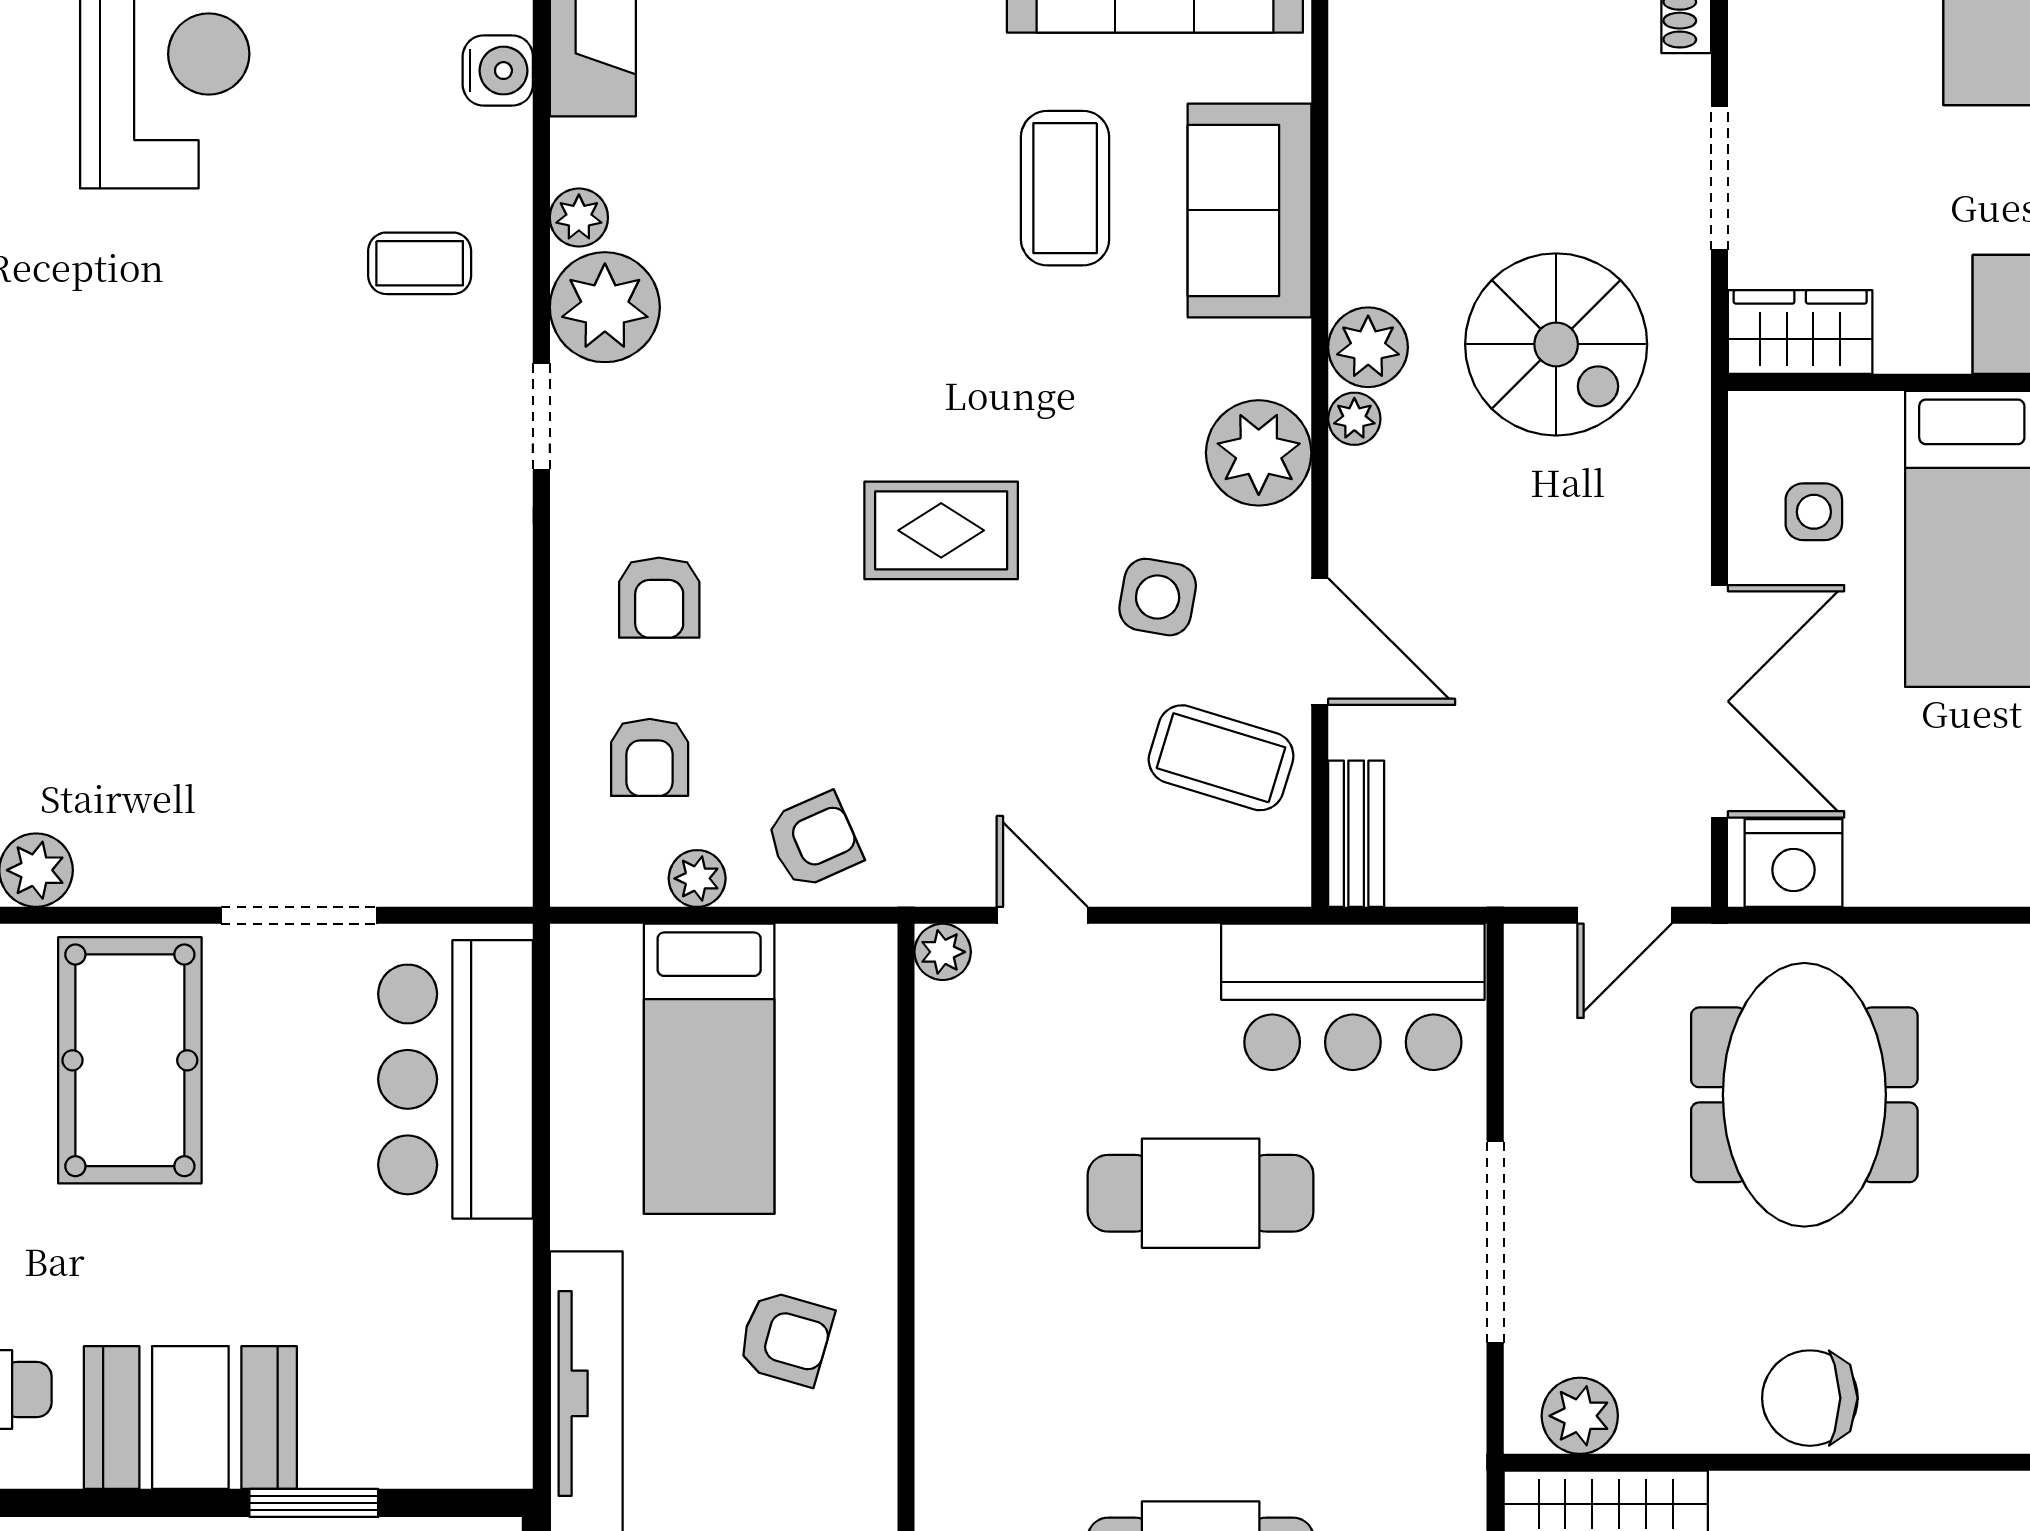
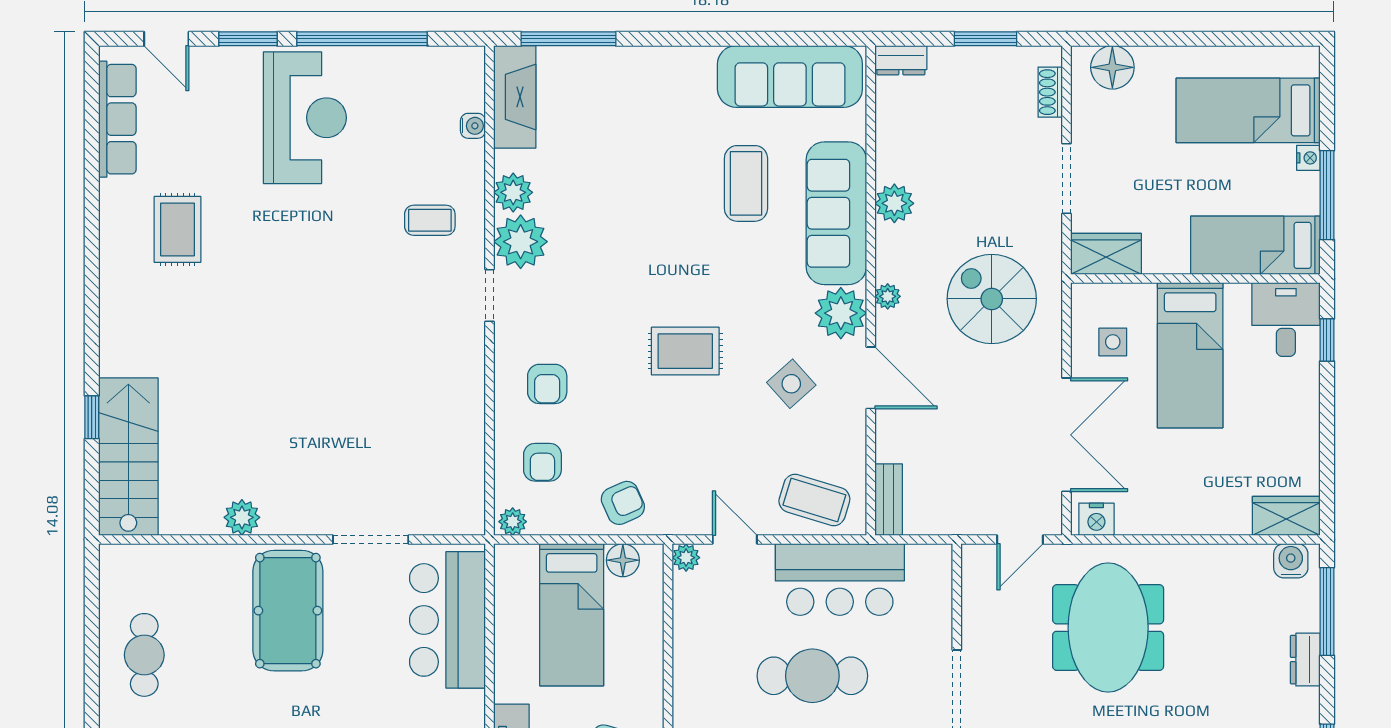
water cooler: (498, 71) -> (473, 126), width x0.72, depth x0.72
sofa: (1250, 210) -> (836, 213), width x1.36
plant: (579, 218) -> (513, 192), width x1.38, depth x1.38
spiral stairs: (1556, 344) -> (992, 299), moved, turned 180
plant: (1368, 347) -> (894, 203), moved
side table: (1158, 597) -> (791, 384), turned 38
door: (1320, 642) -> (871, 378), moved
coffee table: (1221, 758) -> (814, 500), moved
nightstand: (1793, 863) -> (1096, 519), width x0.74, depth x0.75
plant: (697, 878) -> (513, 522), moved
floor lamp: (814, 957) -> (623, 560), added
bar counter: (1353, 997) -> (840, 580), moved

